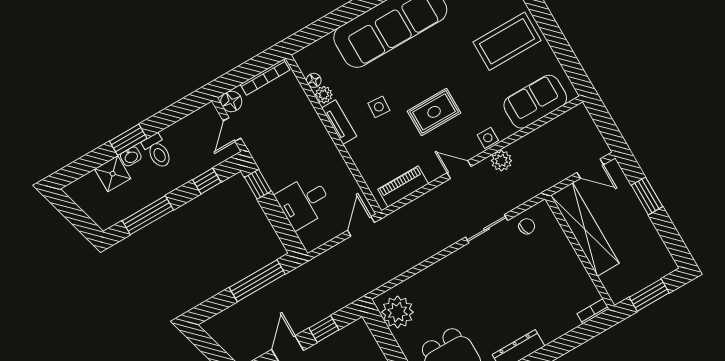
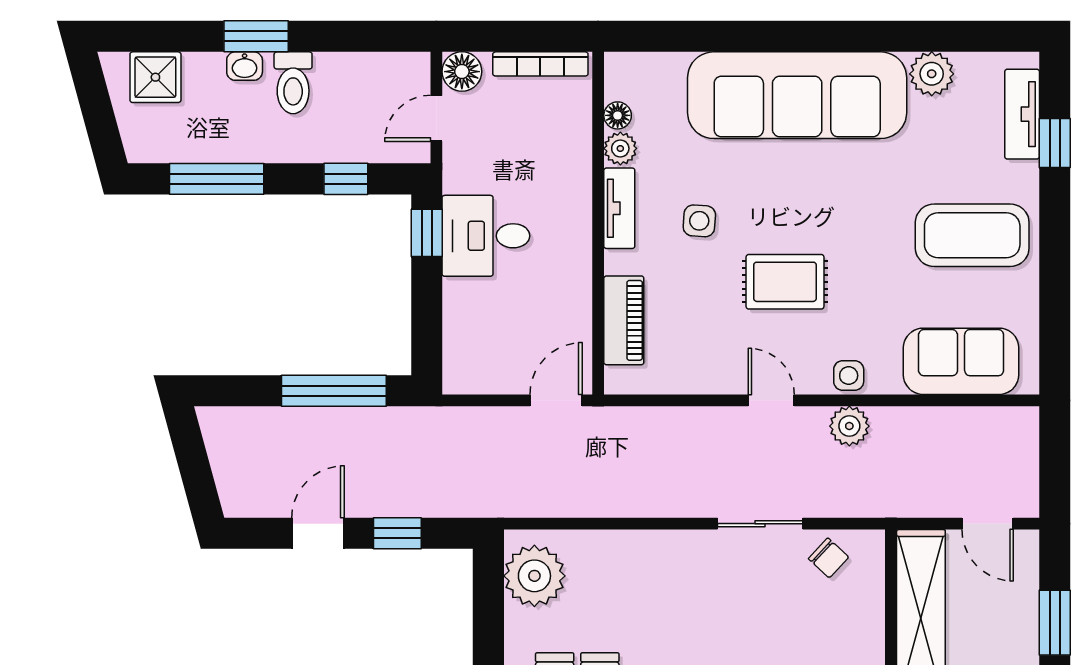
shower: (113, 174) -> (155, 77), moved
piano: (403, 186) -> (624, 320), moved, turned 90
desk: (304, 202) -> (486, 236), moved
chair: (527, 226) -> (829, 558), turned 56

